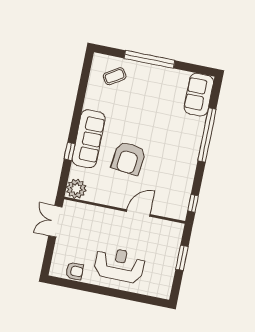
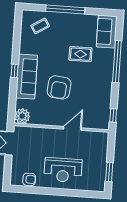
rug: (161, 119) -> (80, 54), added
window: (70, 151) -> (14, 71), moved
window: (182, 258) -> (109, 172), moved
reception desk: (119, 265) -> (63, 170), turned 180

